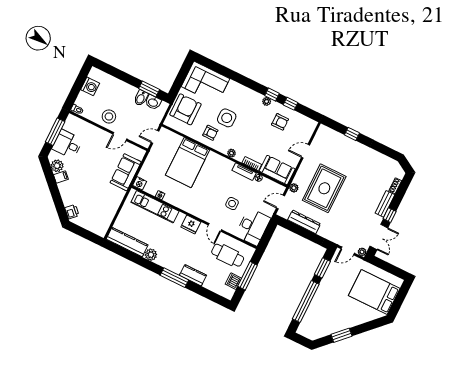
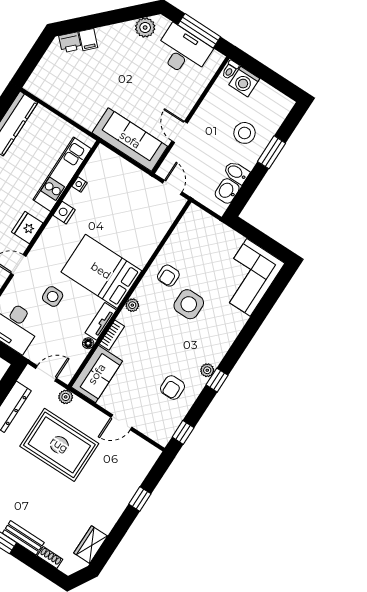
washing machine: (90, 86) -> (244, 82), moved
window: (149, 89) -> (272, 152), moved
window: (290, 104) -> (183, 432), moved
armchair: (185, 109) -> (210, 241), removed
stool: (109, 116) -> (245, 133), moved
desk: (67, 144) -> (183, 51), width x1.37
door: (306, 151) -> (121, 422), swing flipped
wardrobe: (384, 161) -> (91, 545), added
bed: (188, 163) -> (101, 271), moved
sofa: (126, 172) -> (130, 140), width x1.36
filing cabinet: (61, 177) -> (88, 40), moved
nightstand: (140, 183) -> (64, 213), moved
door: (281, 202) -> (46, 373), hinge flipped

